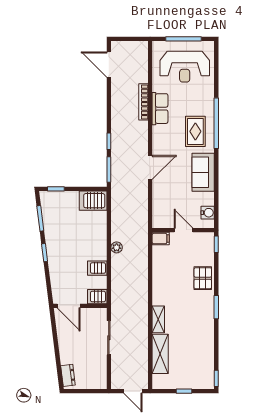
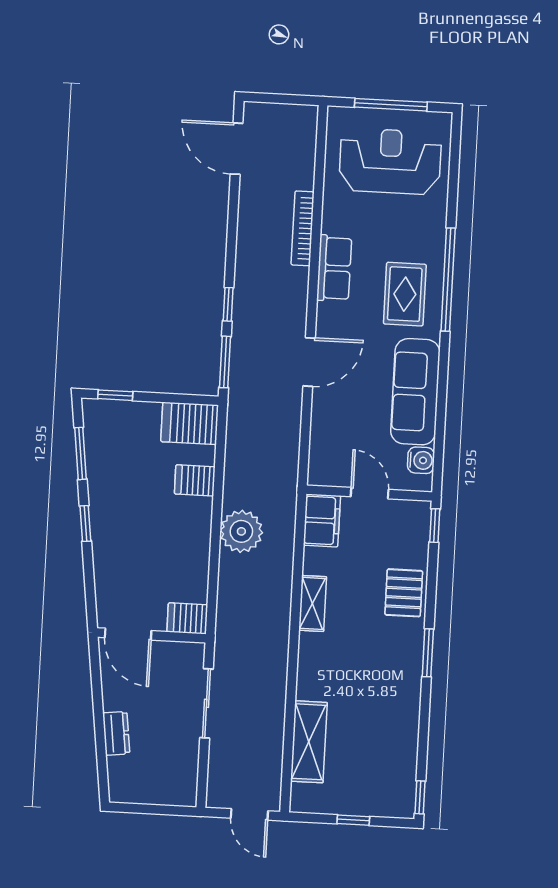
reception desk: (185, 67) -> (390, 161), turned 180
row of seats: (160, 109) -> (334, 268), moved
sofa: (203, 172) -> (415, 392), width x1.36
filing cabinet: (161, 239) -> (322, 521), width x2.00
plant: (117, 247) -> (241, 531), width x1.87, depth x1.87
server rack: (97, 268) -> (195, 480), moved
shelving: (158, 319) -> (313, 603), moved
dresser: (68, 375) -> (116, 733), moved

